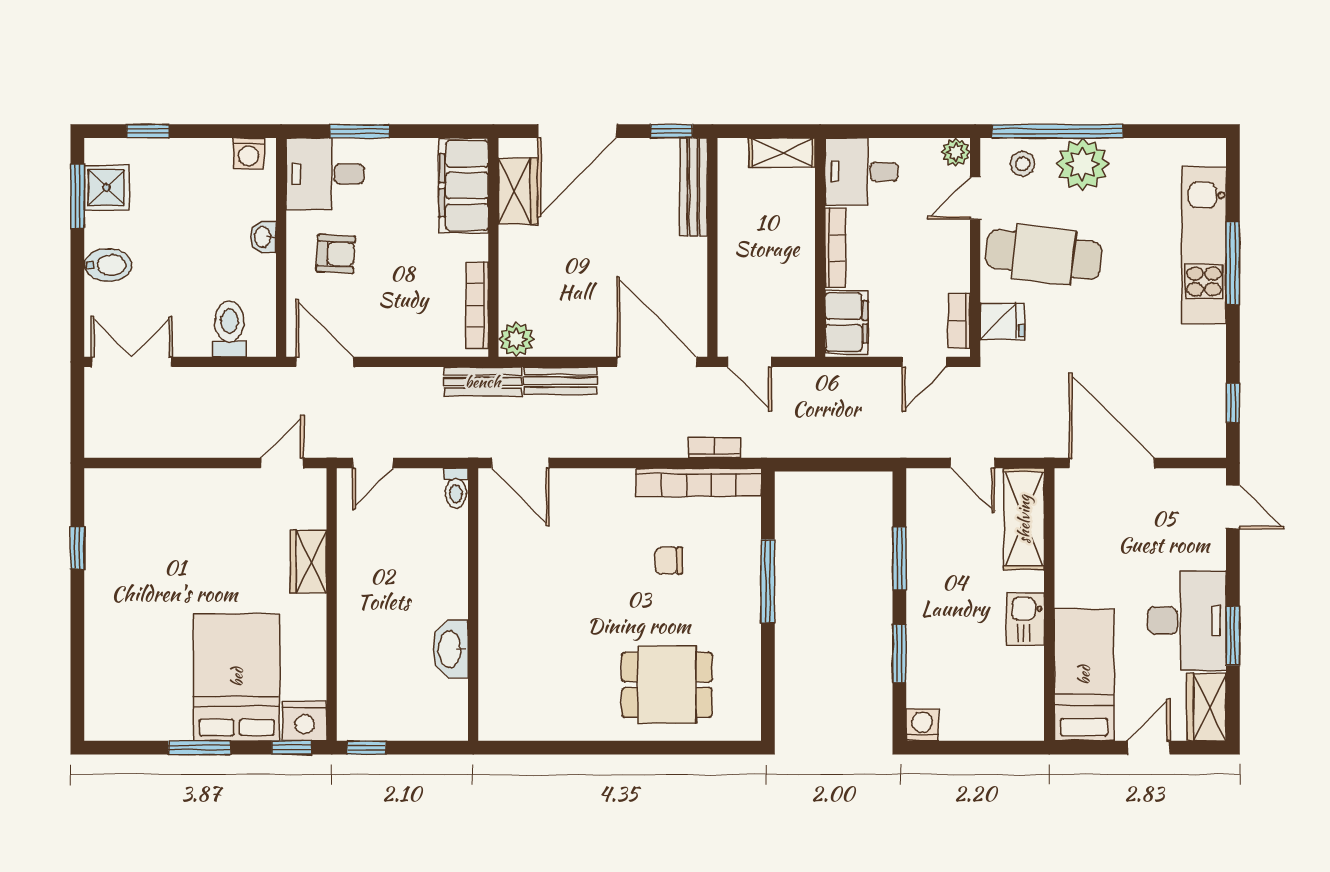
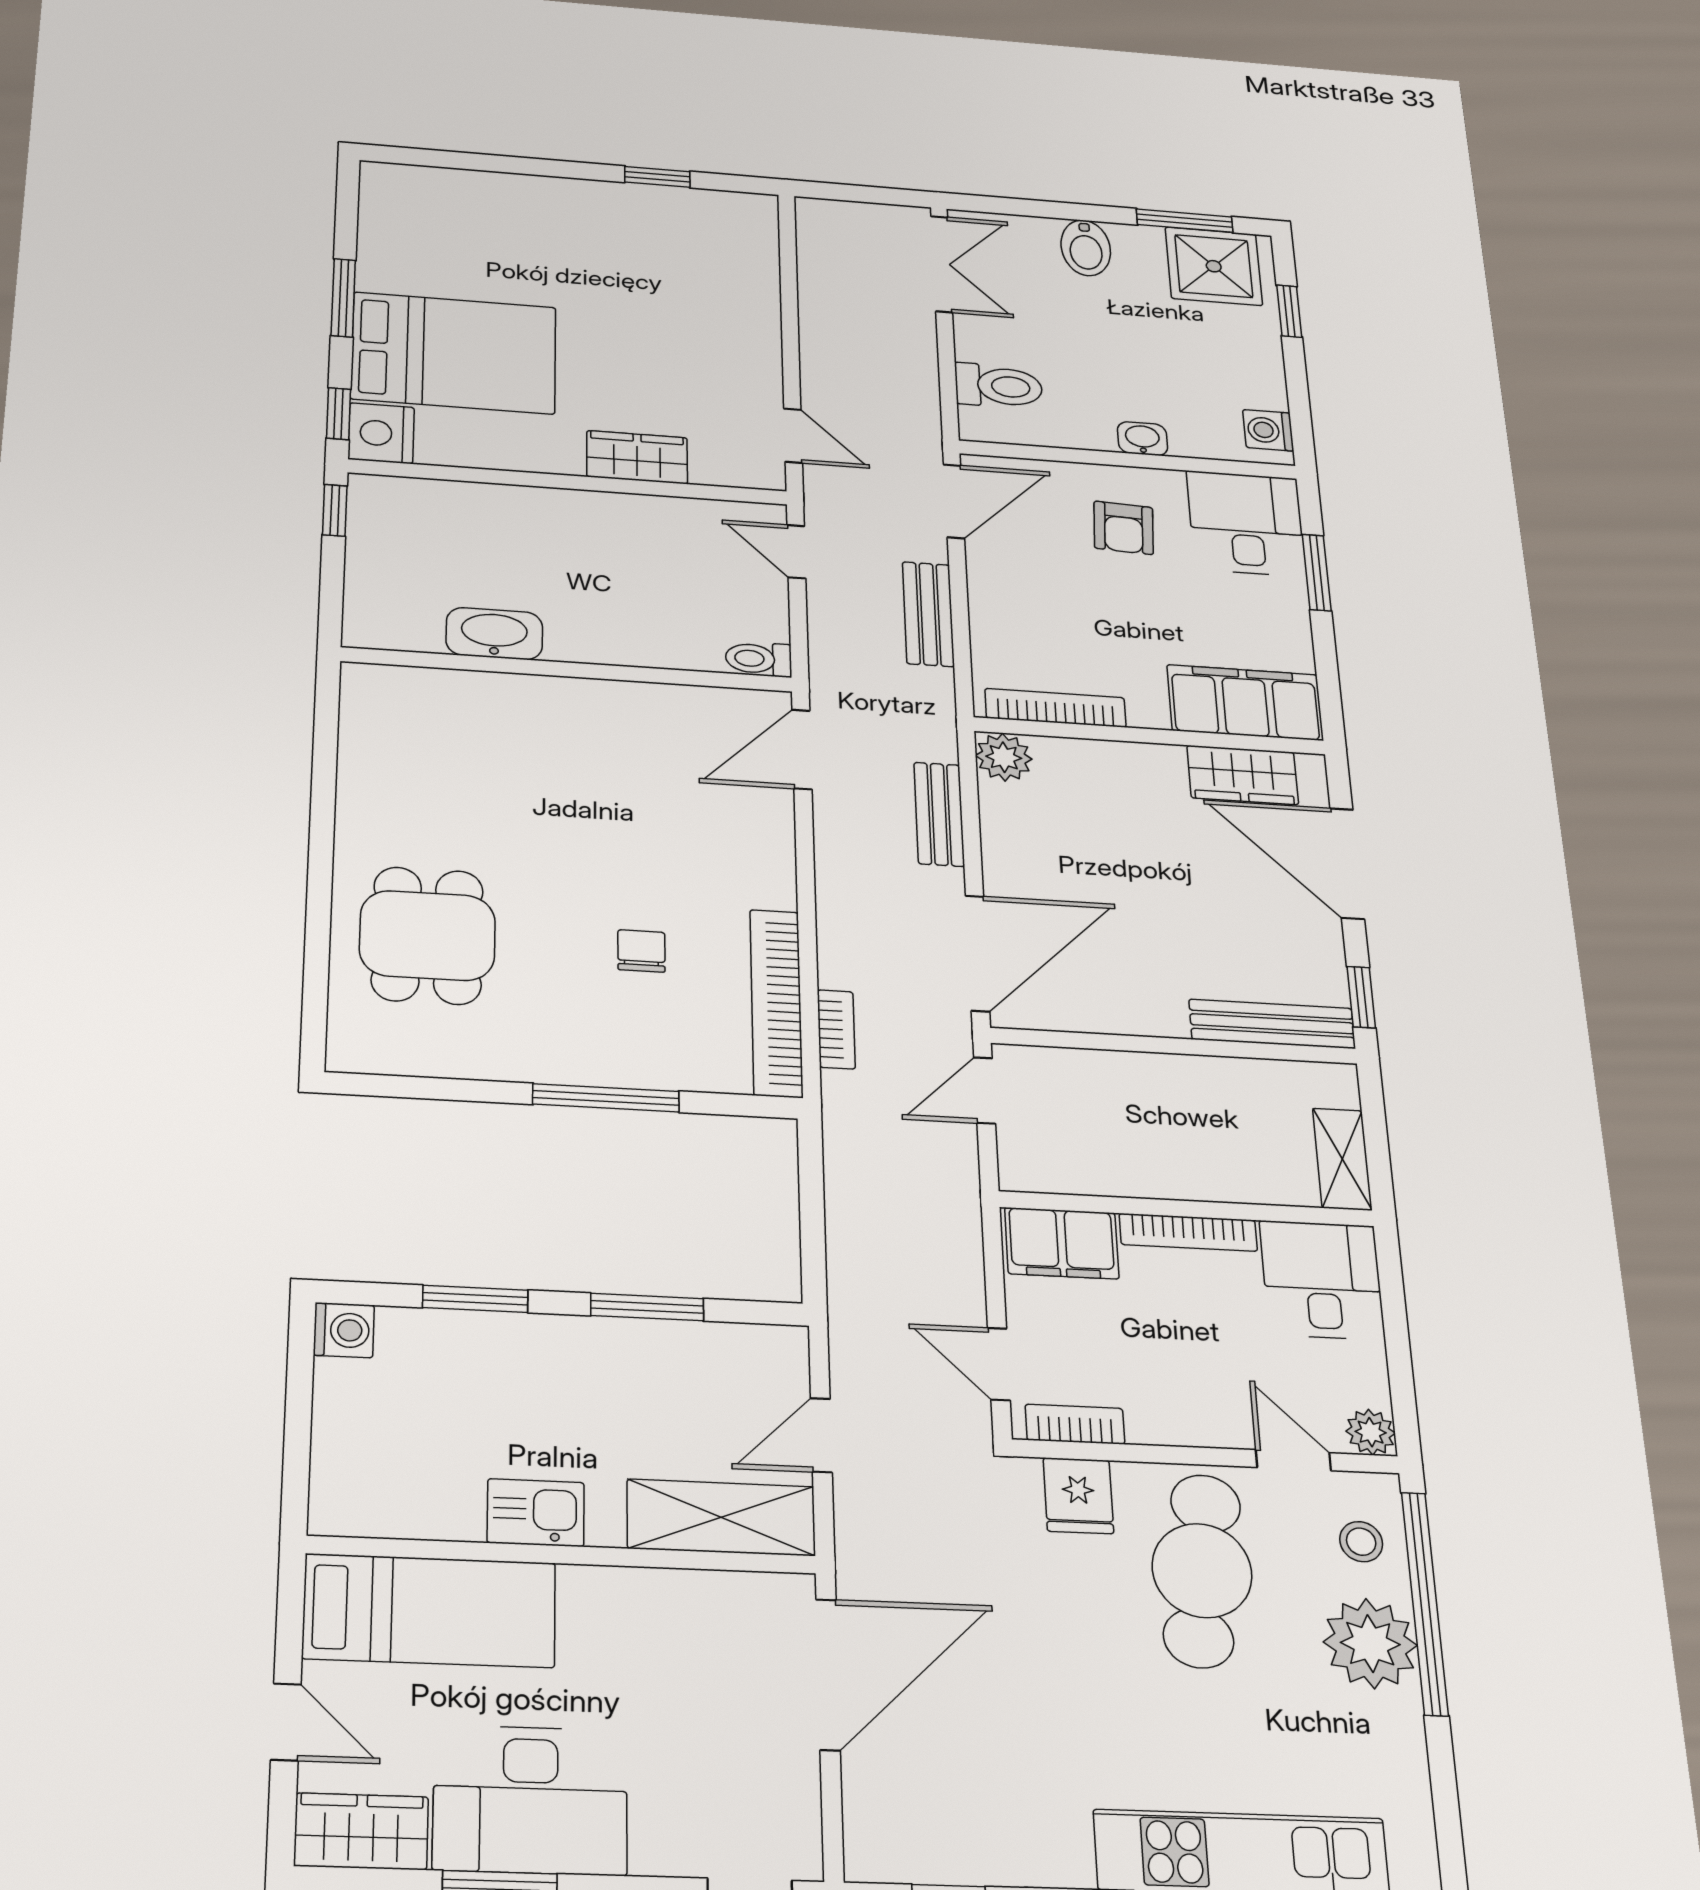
shower: (106, 188) -> (1214, 266), width x1.36, depth x1.36
bench: (483, 382) -> (928, 614), moved

